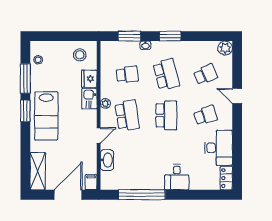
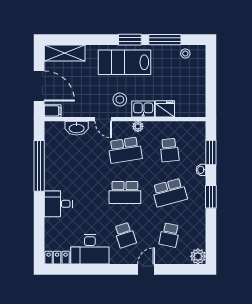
stool: (80, 55) -> (120, 100), moved
school desk: (206, 74) -> (169, 235), turned 36

